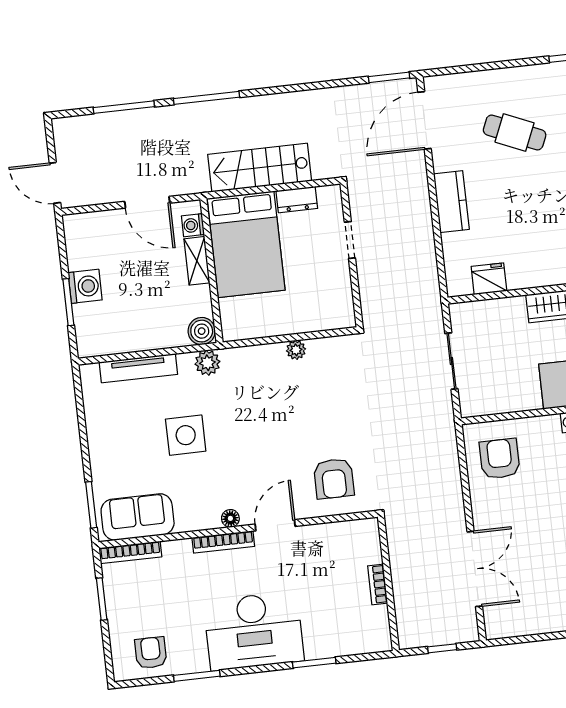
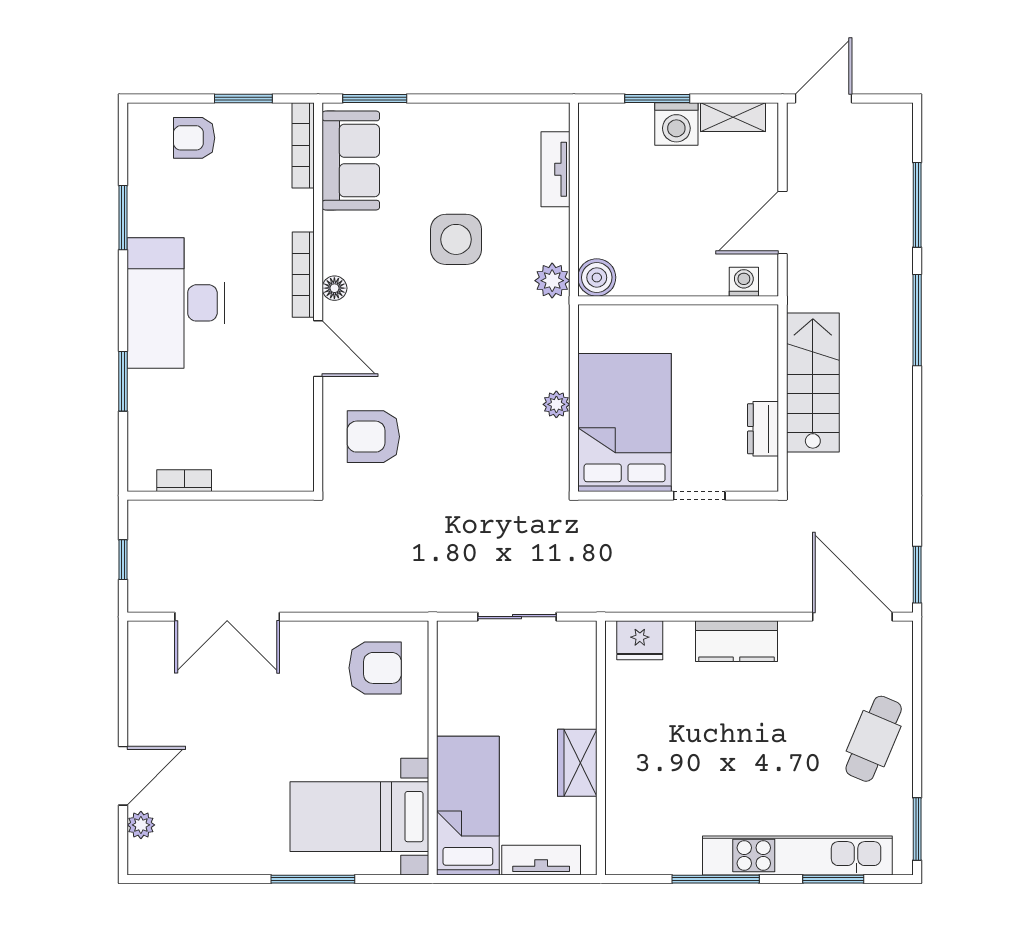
cafe table: (515, 132) -> (874, 739), moved
bed: (246, 244) -> (625, 422), moved, turned 90
shelving: (197, 261) -> (733, 117), moved
fridge: (489, 279) -> (640, 640), moved, turned 90
tv unit: (138, 368) -> (555, 169), width x0.71
bookcase: (378, 584) -> (184, 481), moved
armchair: (151, 653) -> (194, 138), moved, turned 180

